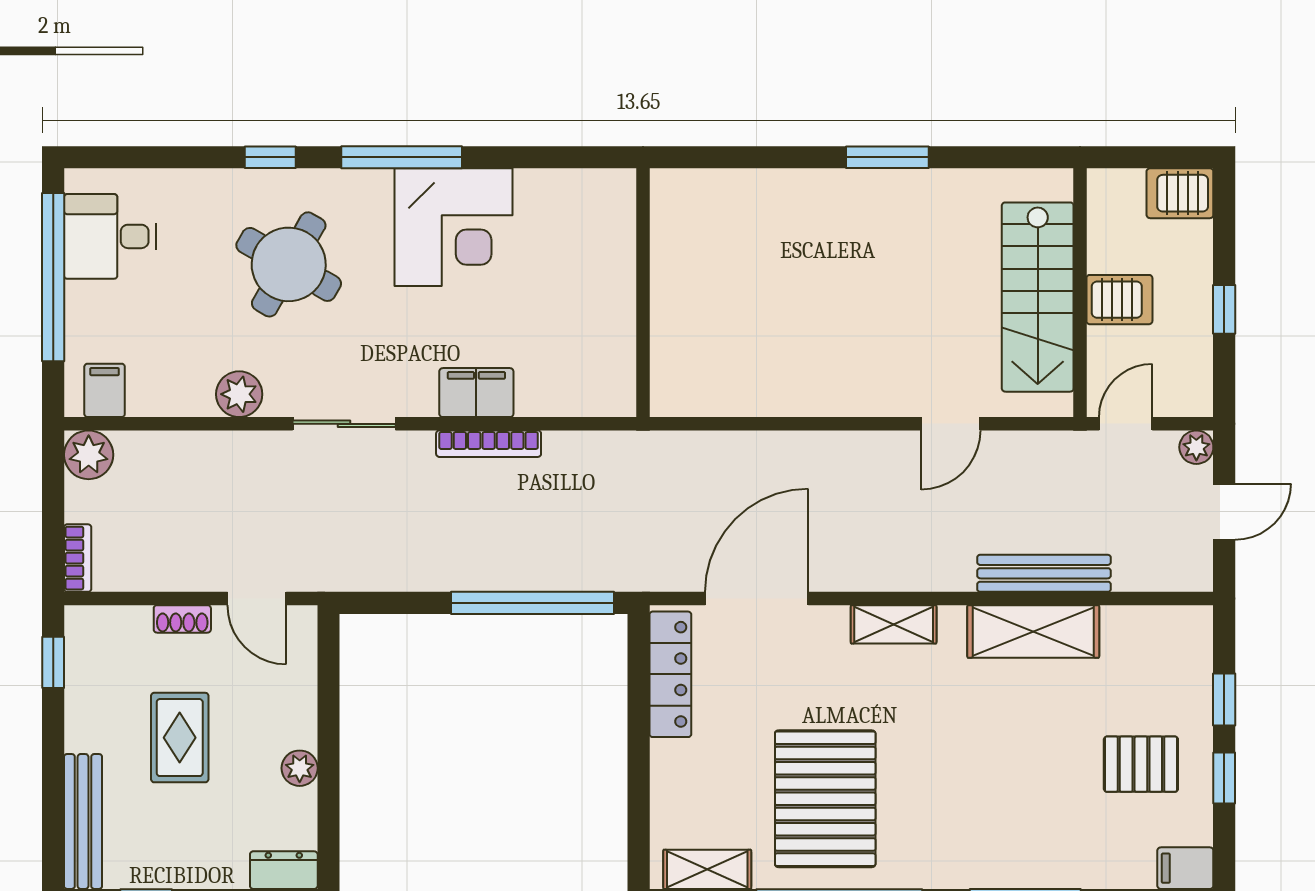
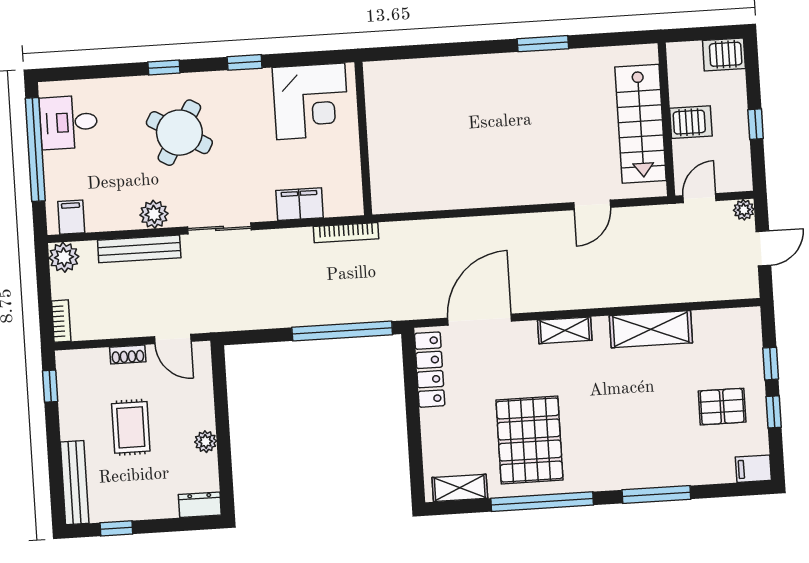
window: (402, 157) -> (245, 62), width x0.46
corner desk: (454, 227) -> (311, 101), moved
wall: (643, 293) -> (363, 138), moved
bookcase: (489, 444) -> (346, 233), moved
bench: (1044, 573) -> (139, 249), moved

